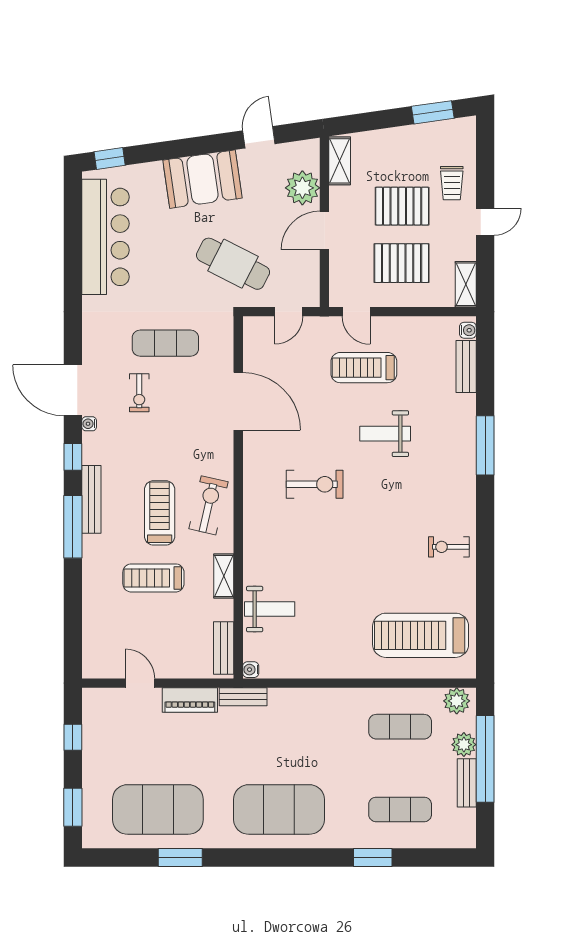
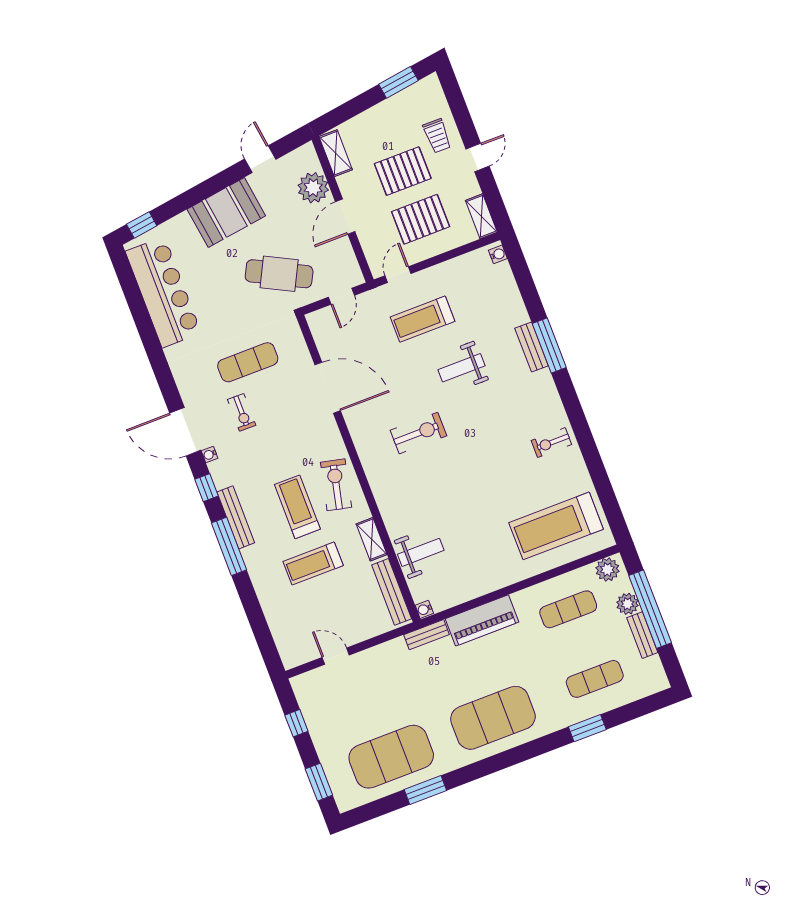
door: (356, 312) -> (398, 275), swing flipped
bench: (466, 366) -> (532, 347), moved
bench: (224, 648) -> (392, 592), width x1.36
piano: (190, 700) -> (482, 620), moved, width x1.37, depth x1.33

